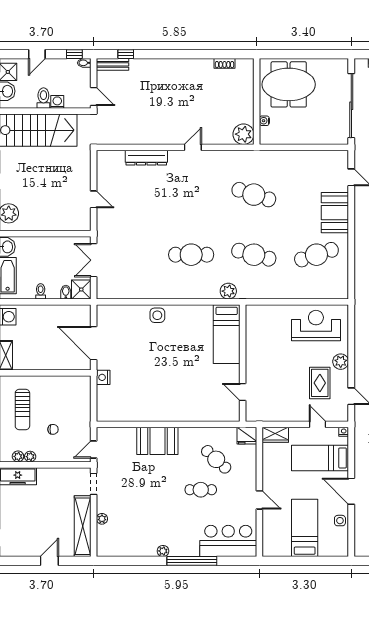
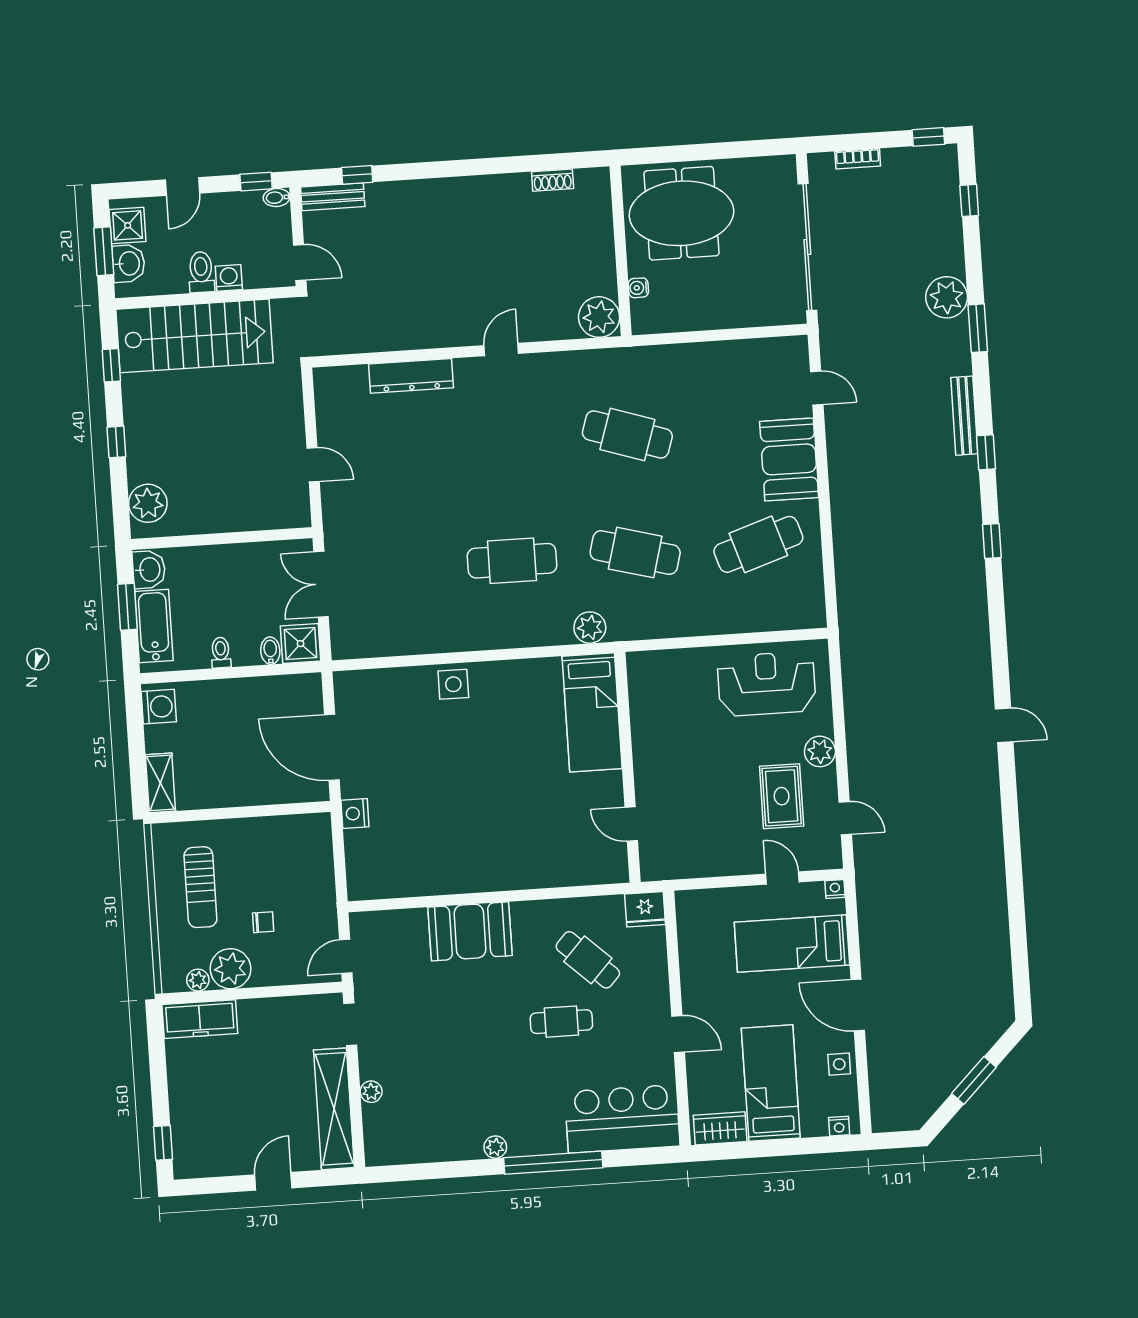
wardrobe: (275, 435) -> (720, 1128), moved, turned 180
plant: (30, 457) -> (230, 969), width x1.88, depth x1.88
nightstand: (338, 552) -> (839, 1126), added

